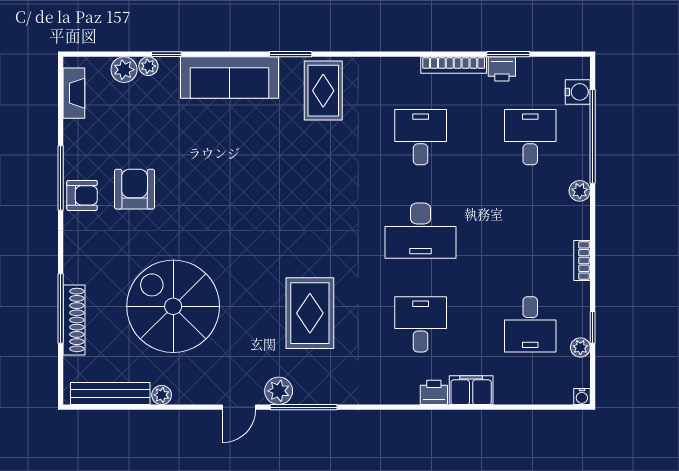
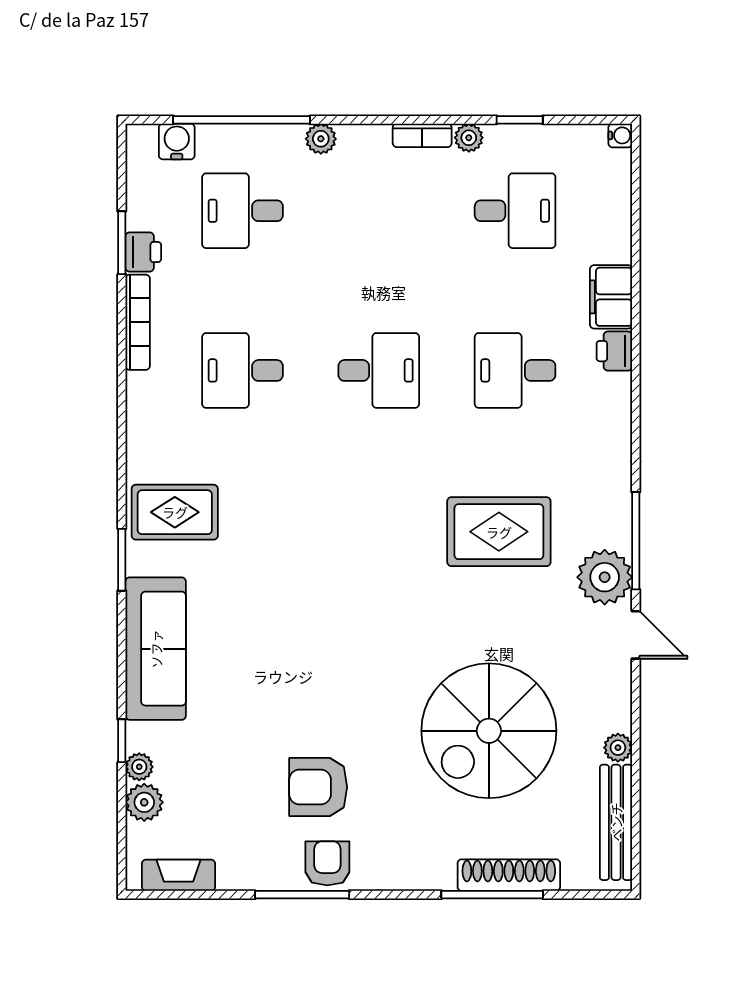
desk: (421, 231) -> (379, 370), width x0.73
plant: (580, 347) -> (469, 138), moved
plant: (279, 391) -> (605, 577), width x1.36, depth x1.36

